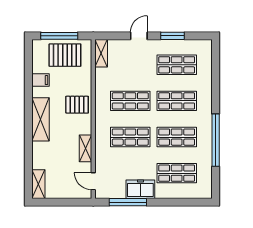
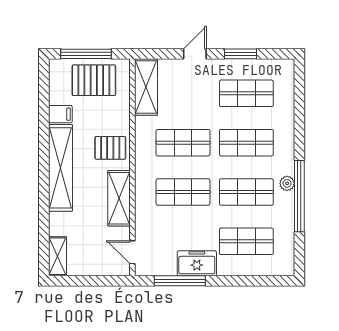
shelving: (101, 53) -> (146, 87), width x1.50, depth x1.33
shelving: (41, 119) -> (60, 168), width x1.47
plant: (207, 131) -> (287, 183), added
shelving: (85, 148) -> (119, 198), width x1.50, depth x1.33

